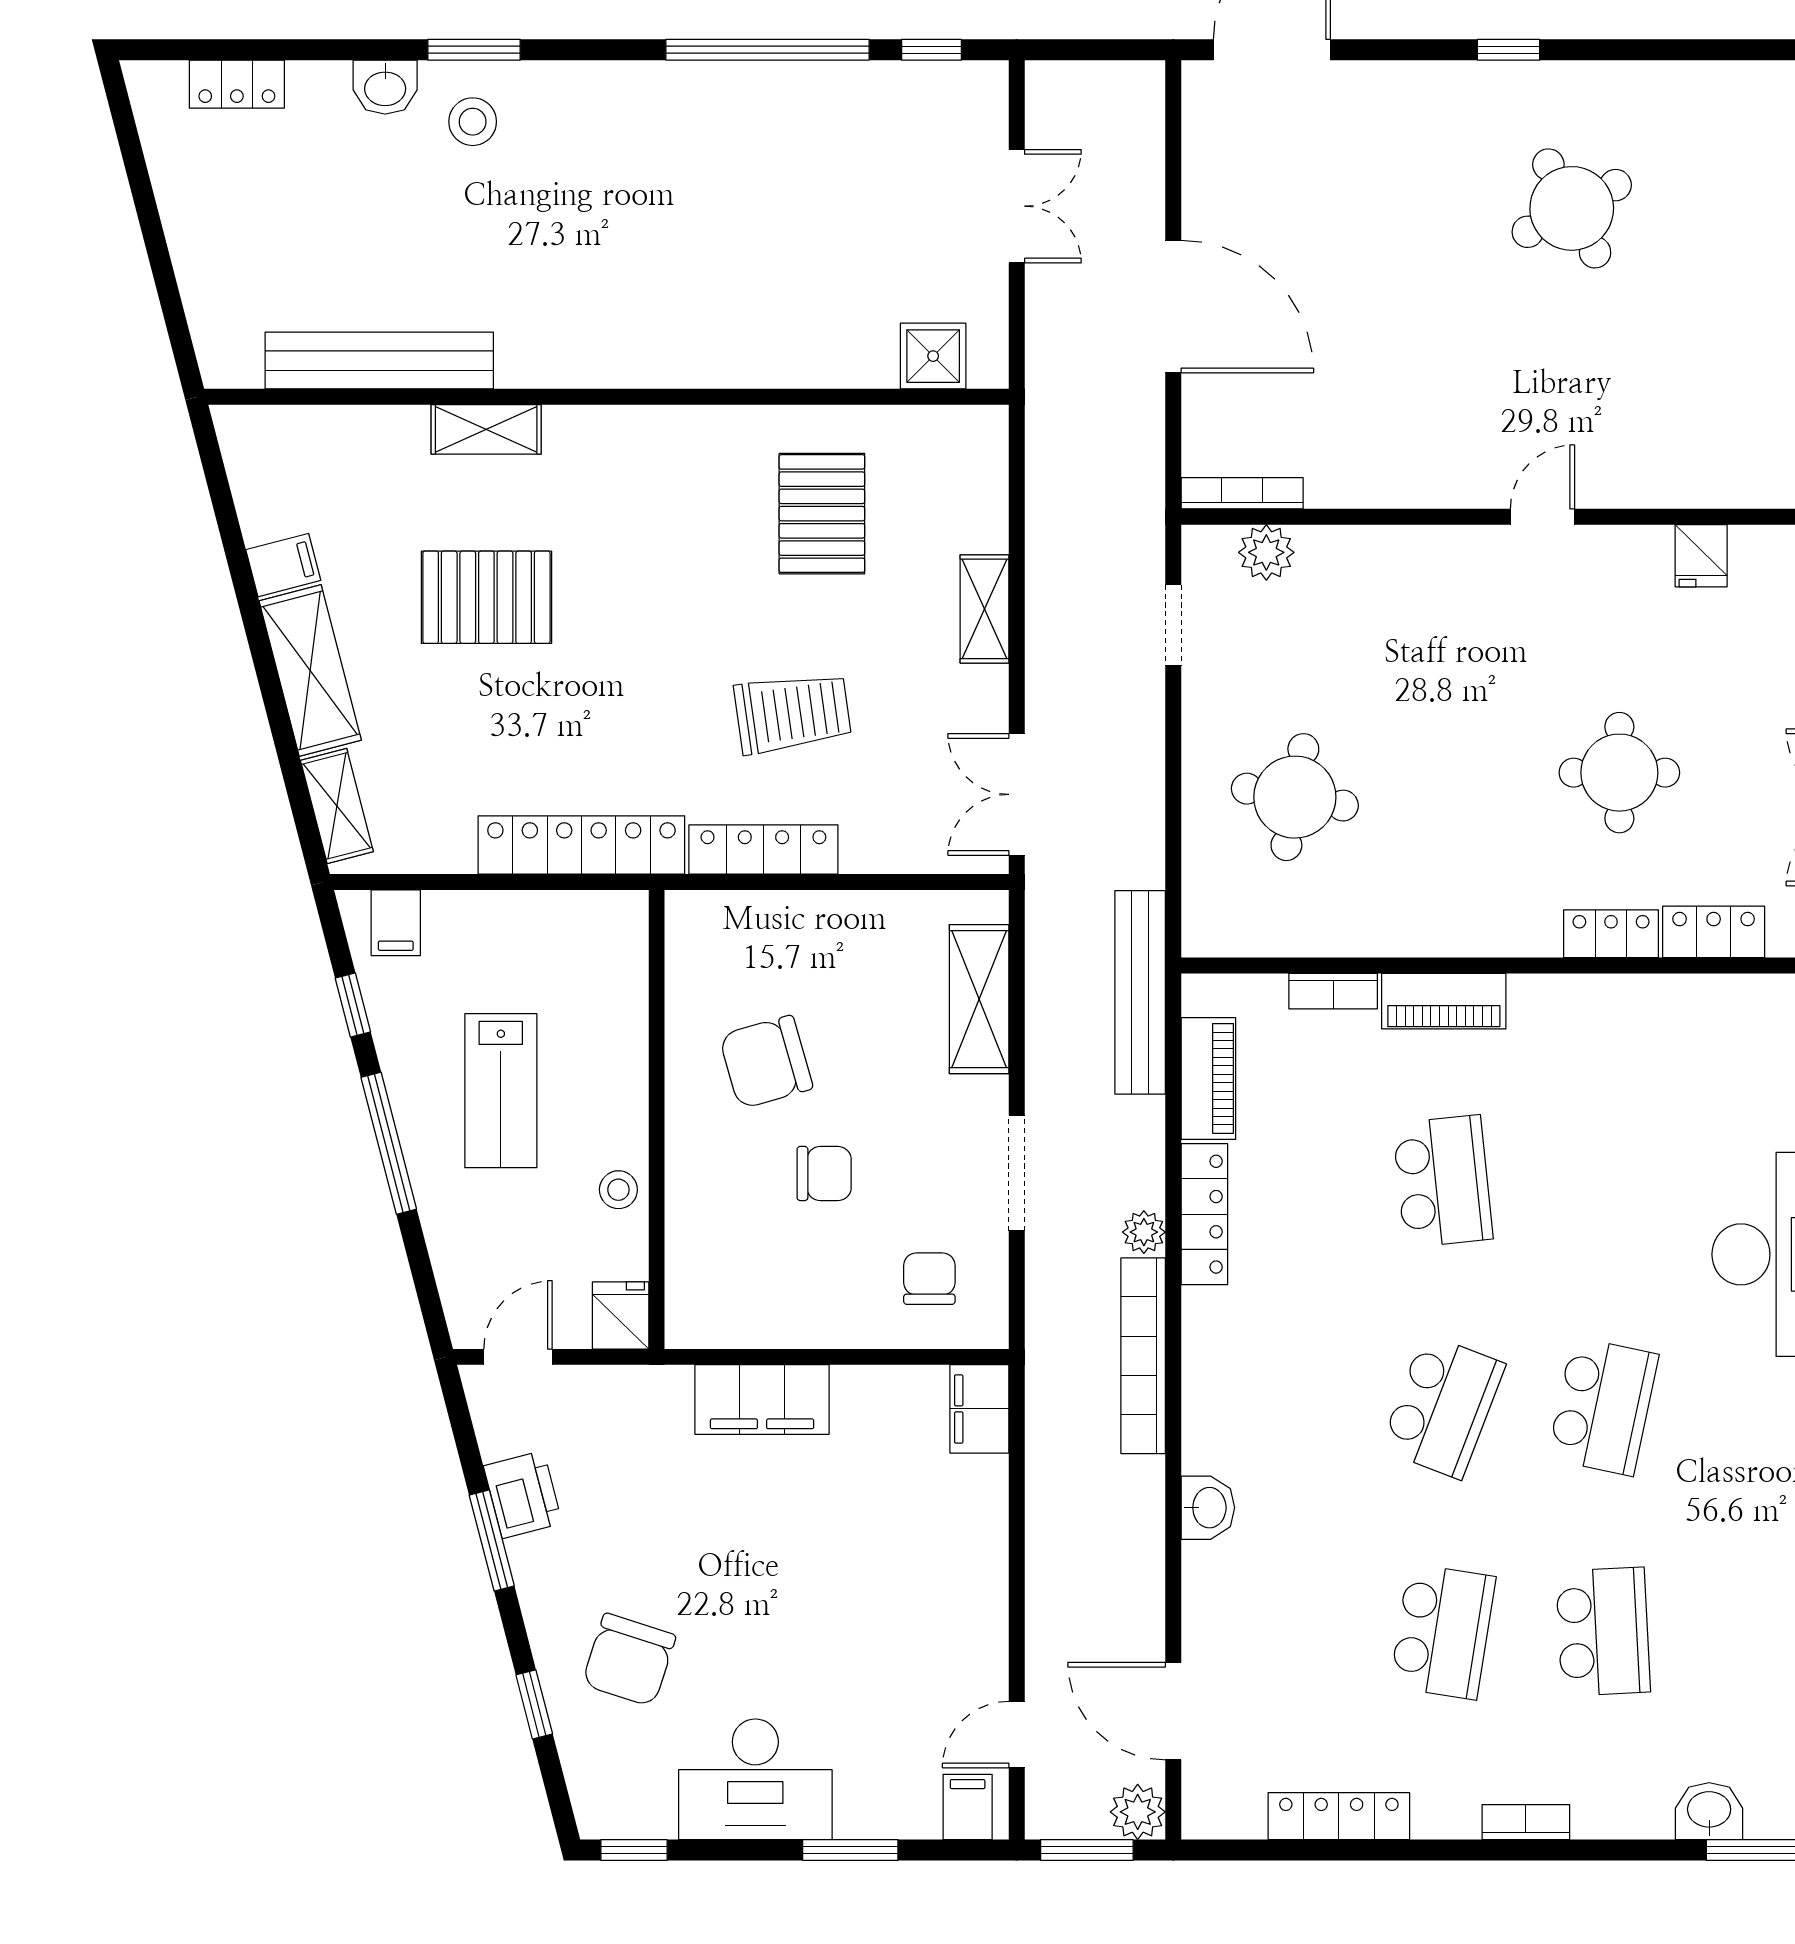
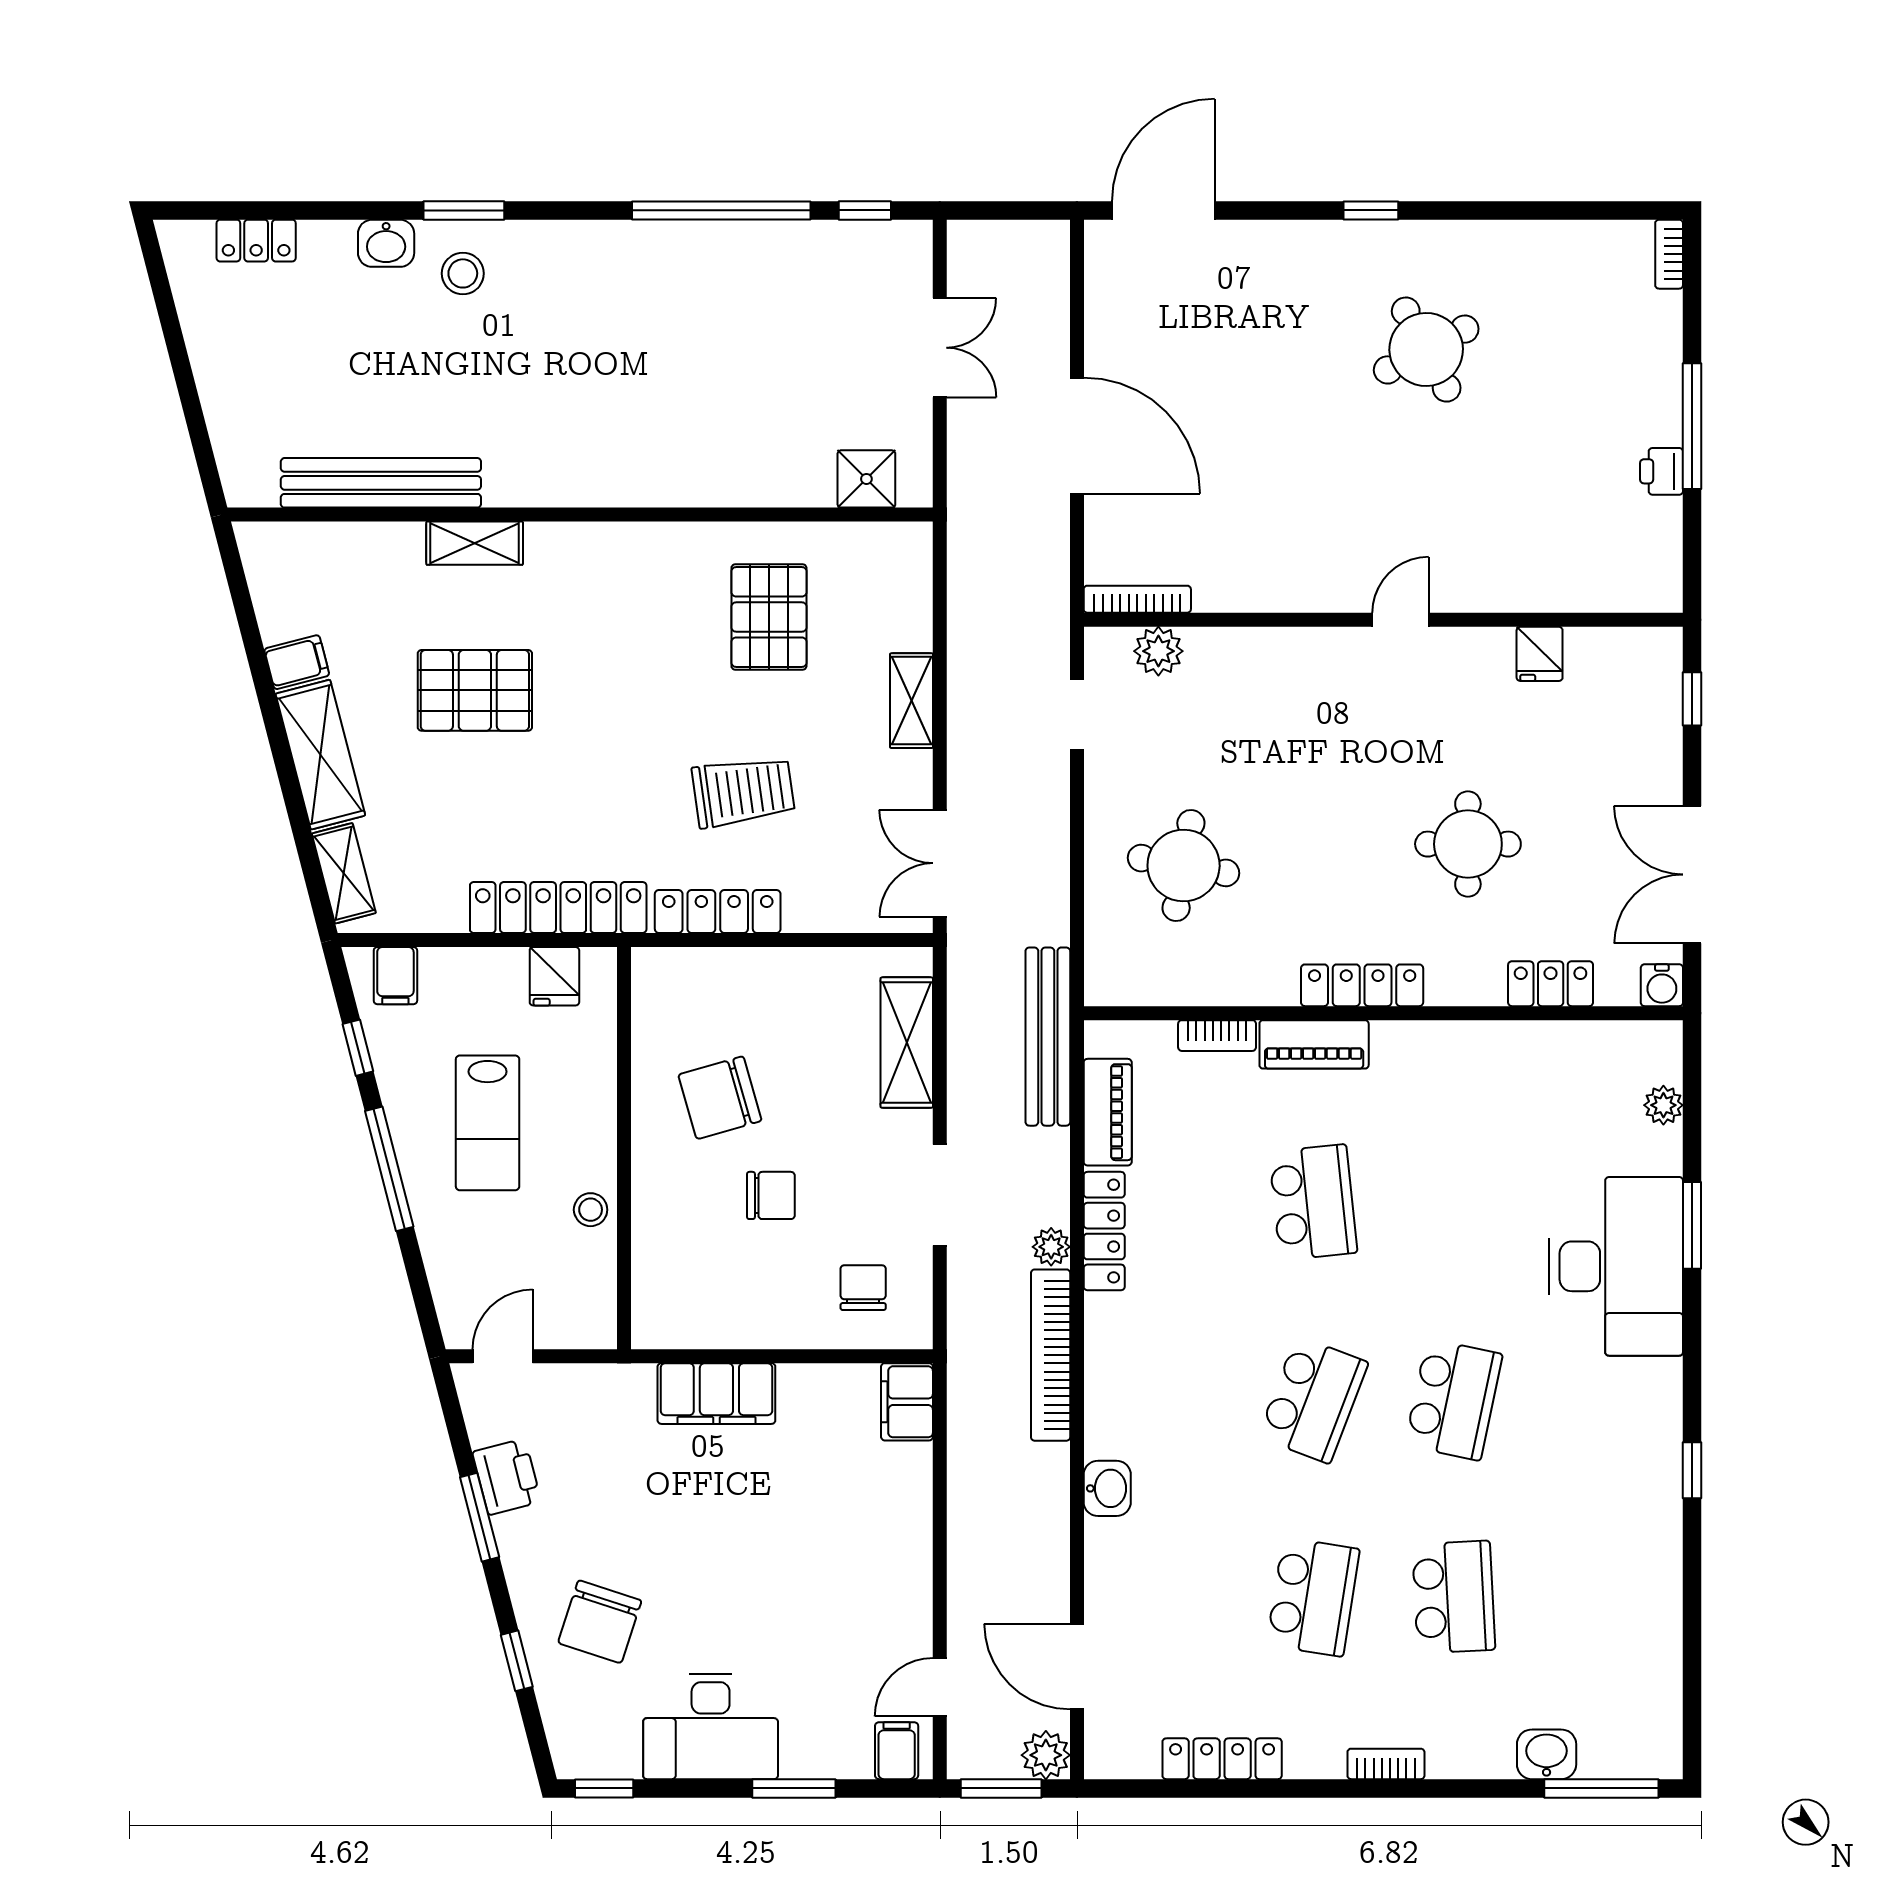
locker: (1611, 934) -> (1362, 985), moved, width x1.53
fridge: (621, 1315) -> (554, 976), moved, turned 180

